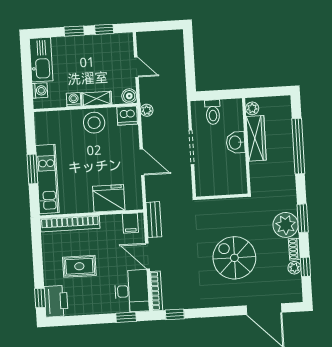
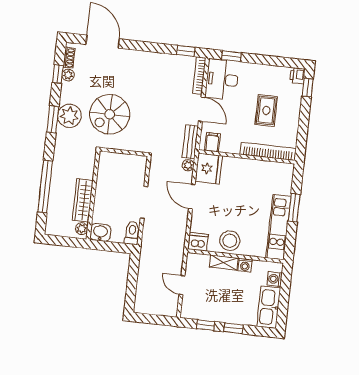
boiler: (129, 96) -> (193, 260), removed
plant: (147, 110) -> (188, 165), moved
toilet: (213, 112) -> (132, 233), moved
washbasin: (236, 143) -> (100, 232), moved, turned -90
kitchen unit: (47, 179) -> (278, 227), moved
fridge: (109, 198) -> (209, 169), moved, turned -90
shoe rack: (294, 249) -> (69, 58), moved
spiral stairs: (234, 258) -> (110, 114), moved, turned 90
rug: (79, 266) -> (266, 111), turned 90
printer: (56, 301) -> (297, 76), width x0.53, depth x0.68

